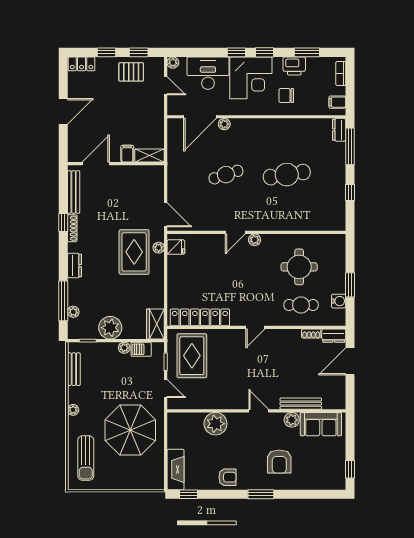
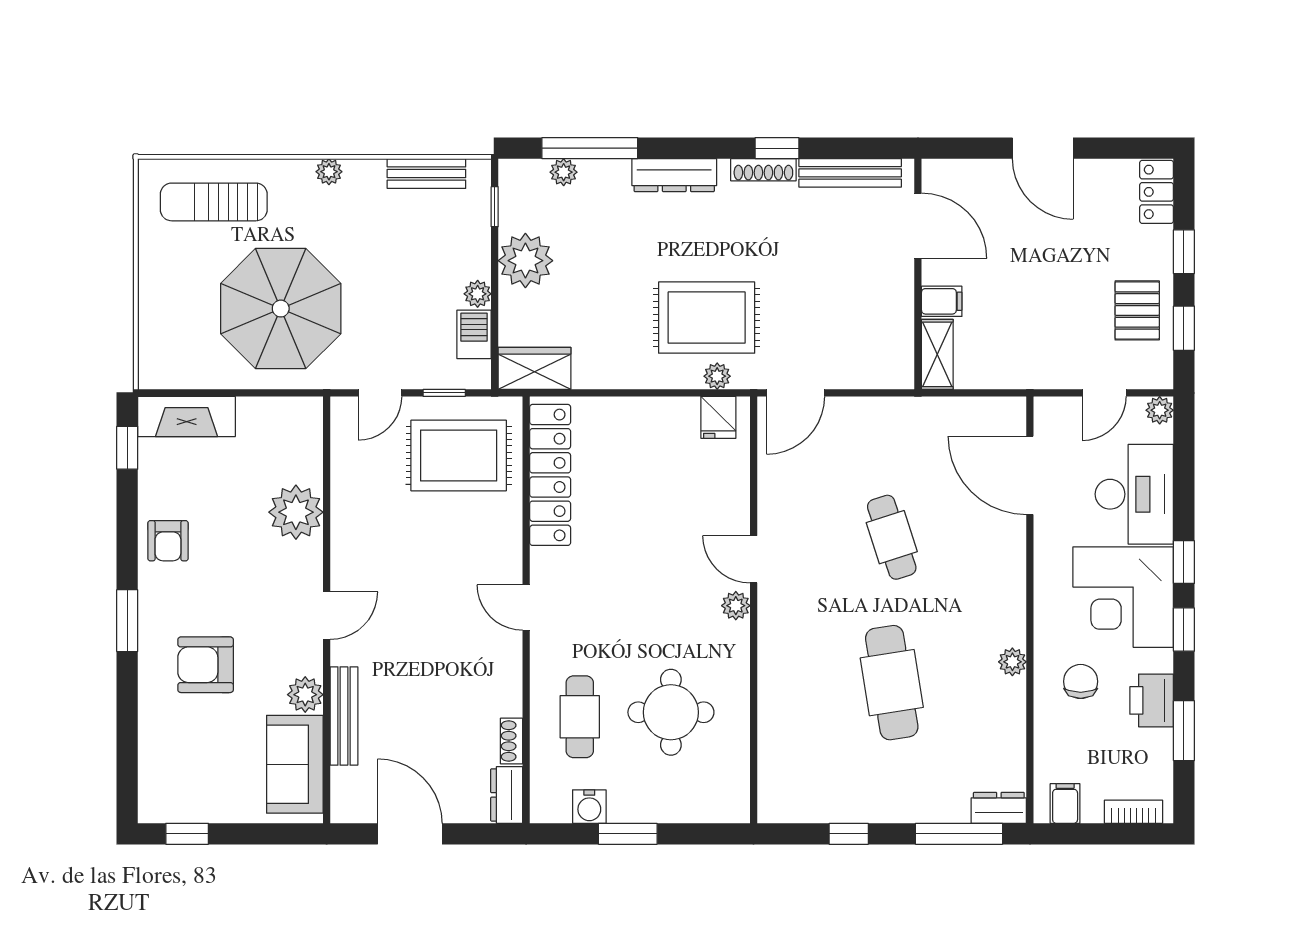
plant: (224, 124) -> (1012, 662), moved
dresser: (75, 266) -> (674, 175), width x1.44
door: (350, 361) -> (410, 834), moved

